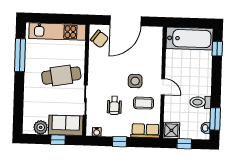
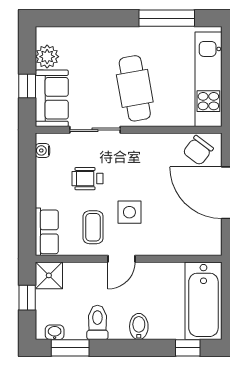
bidet: (204, 78) -> (139, 327), added
window: (120, 142) -> (27, 189), removed

